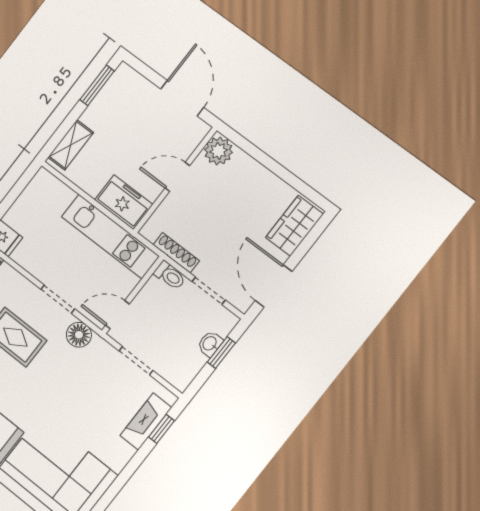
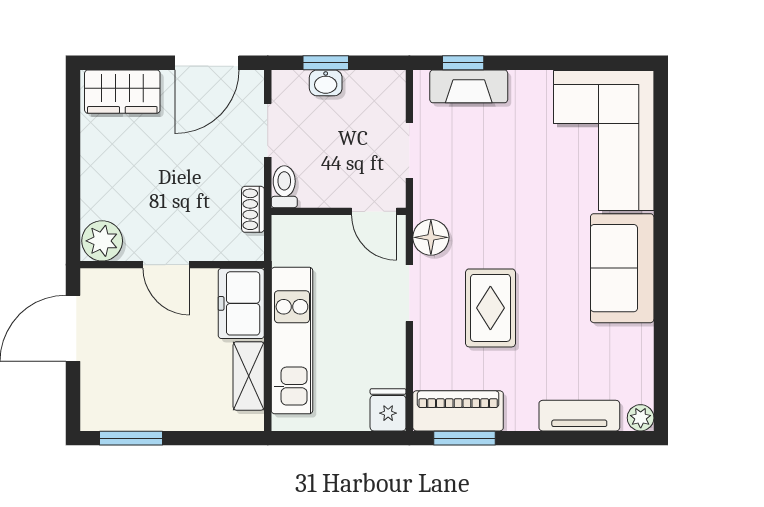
shelving: (71, 145) -> (249, 376), moved, turned 90
kitchen unit: (110, 236) -> (292, 341), moved
shoe rack: (176, 253) -> (253, 209), width x0.70

